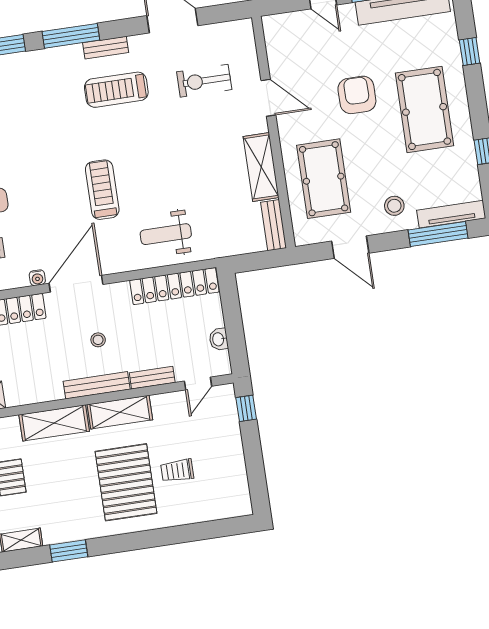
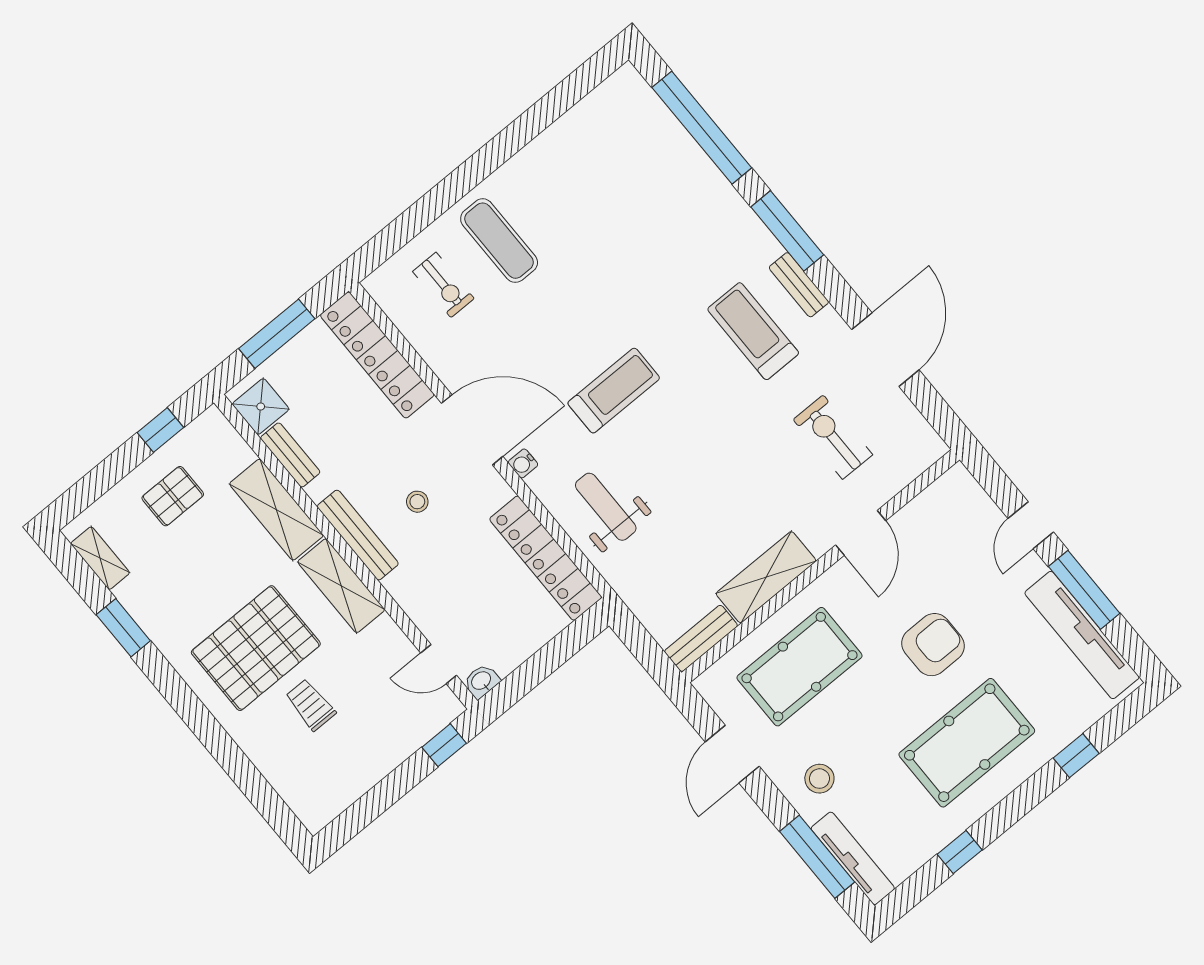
water cooler: (37, 278) -> (523, 463), moved
washbasin: (219, 339) -> (482, 681), moved
bench: (152, 378) -> (290, 455), moved

